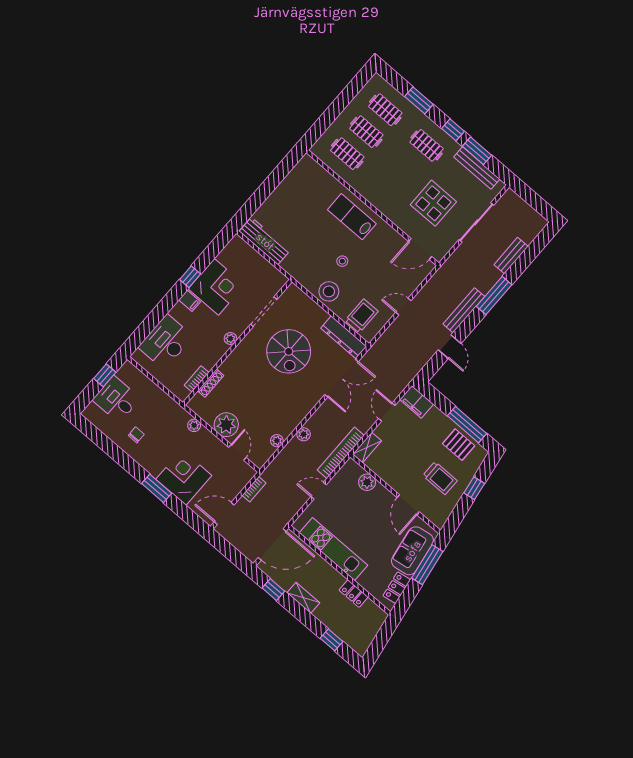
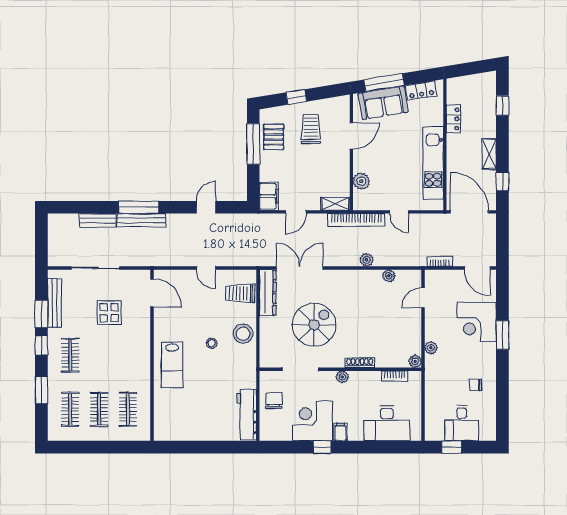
display table: (433, 203) -> (109, 313), width x0.73, depth x0.73
chair: (257, 271) -> (274, 401), added
bench: (464, 310) -> (141, 220), moved
shoe rack: (211, 383) -> (360, 363), moved
plant: (226, 425) -> (415, 361), moved, width x0.53, depth x0.53

